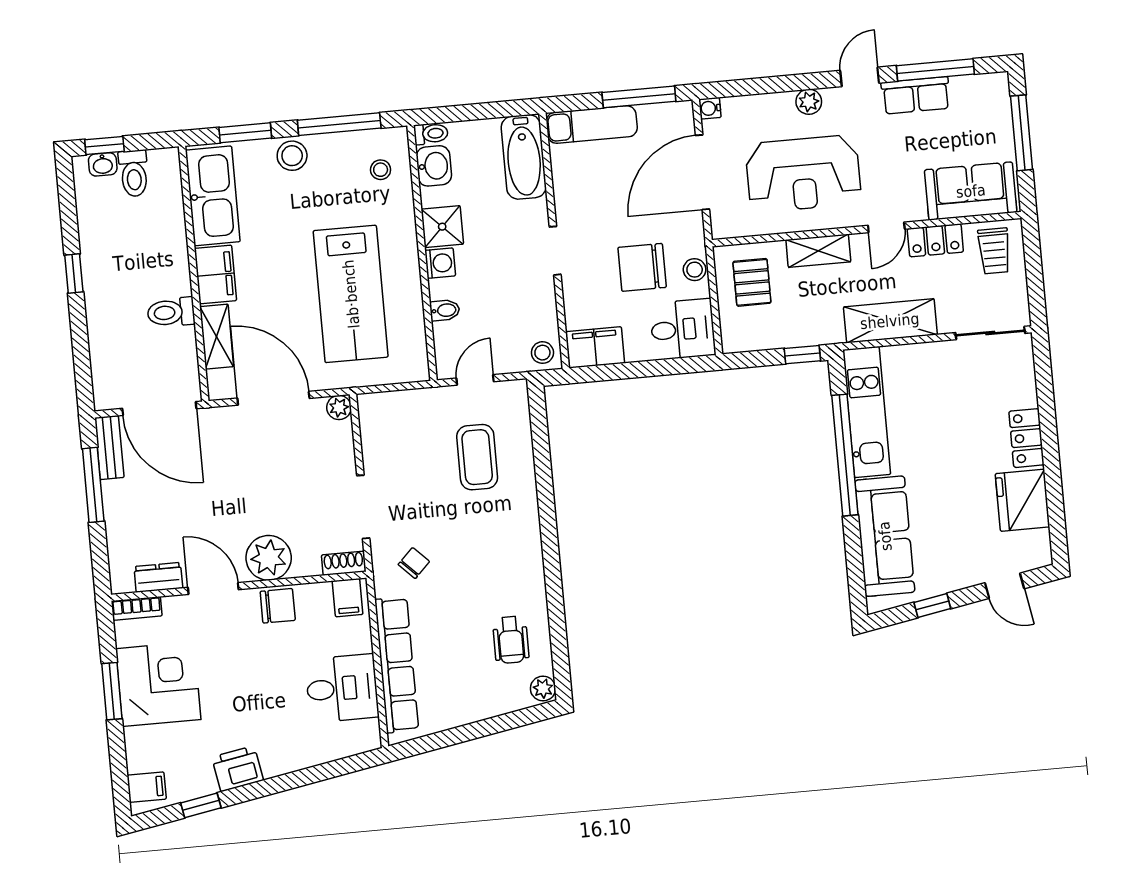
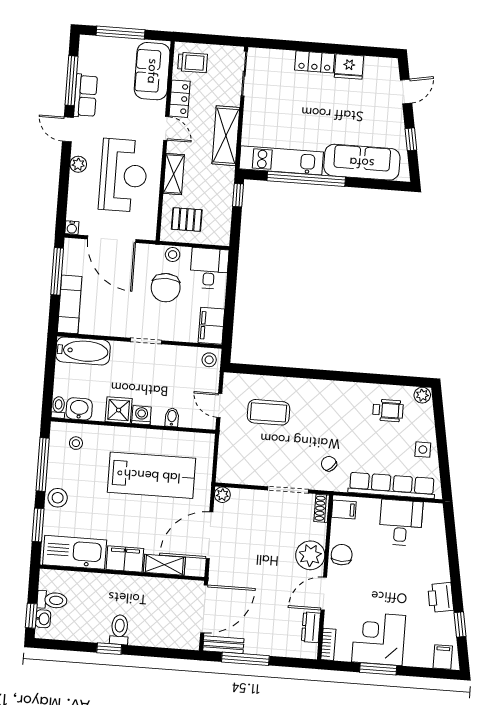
toilet: (171, 312) -> (119, 630), moved, turned 180
fridge: (1023, 500) -> (349, 67), width x0.73, depth x0.75
side table: (460, 703) -> (423, 450), added

